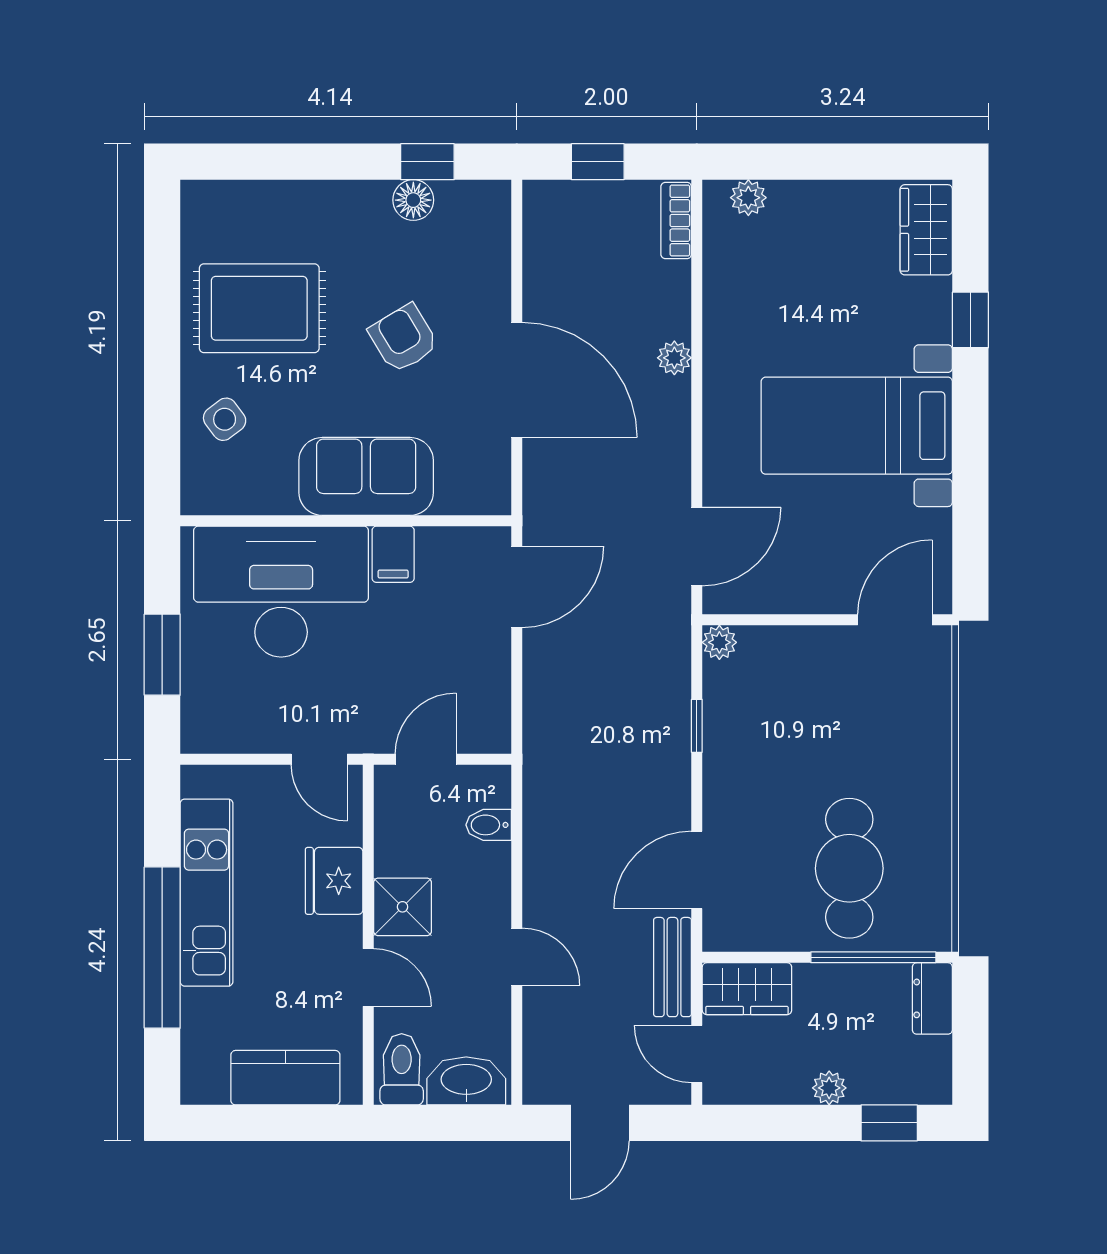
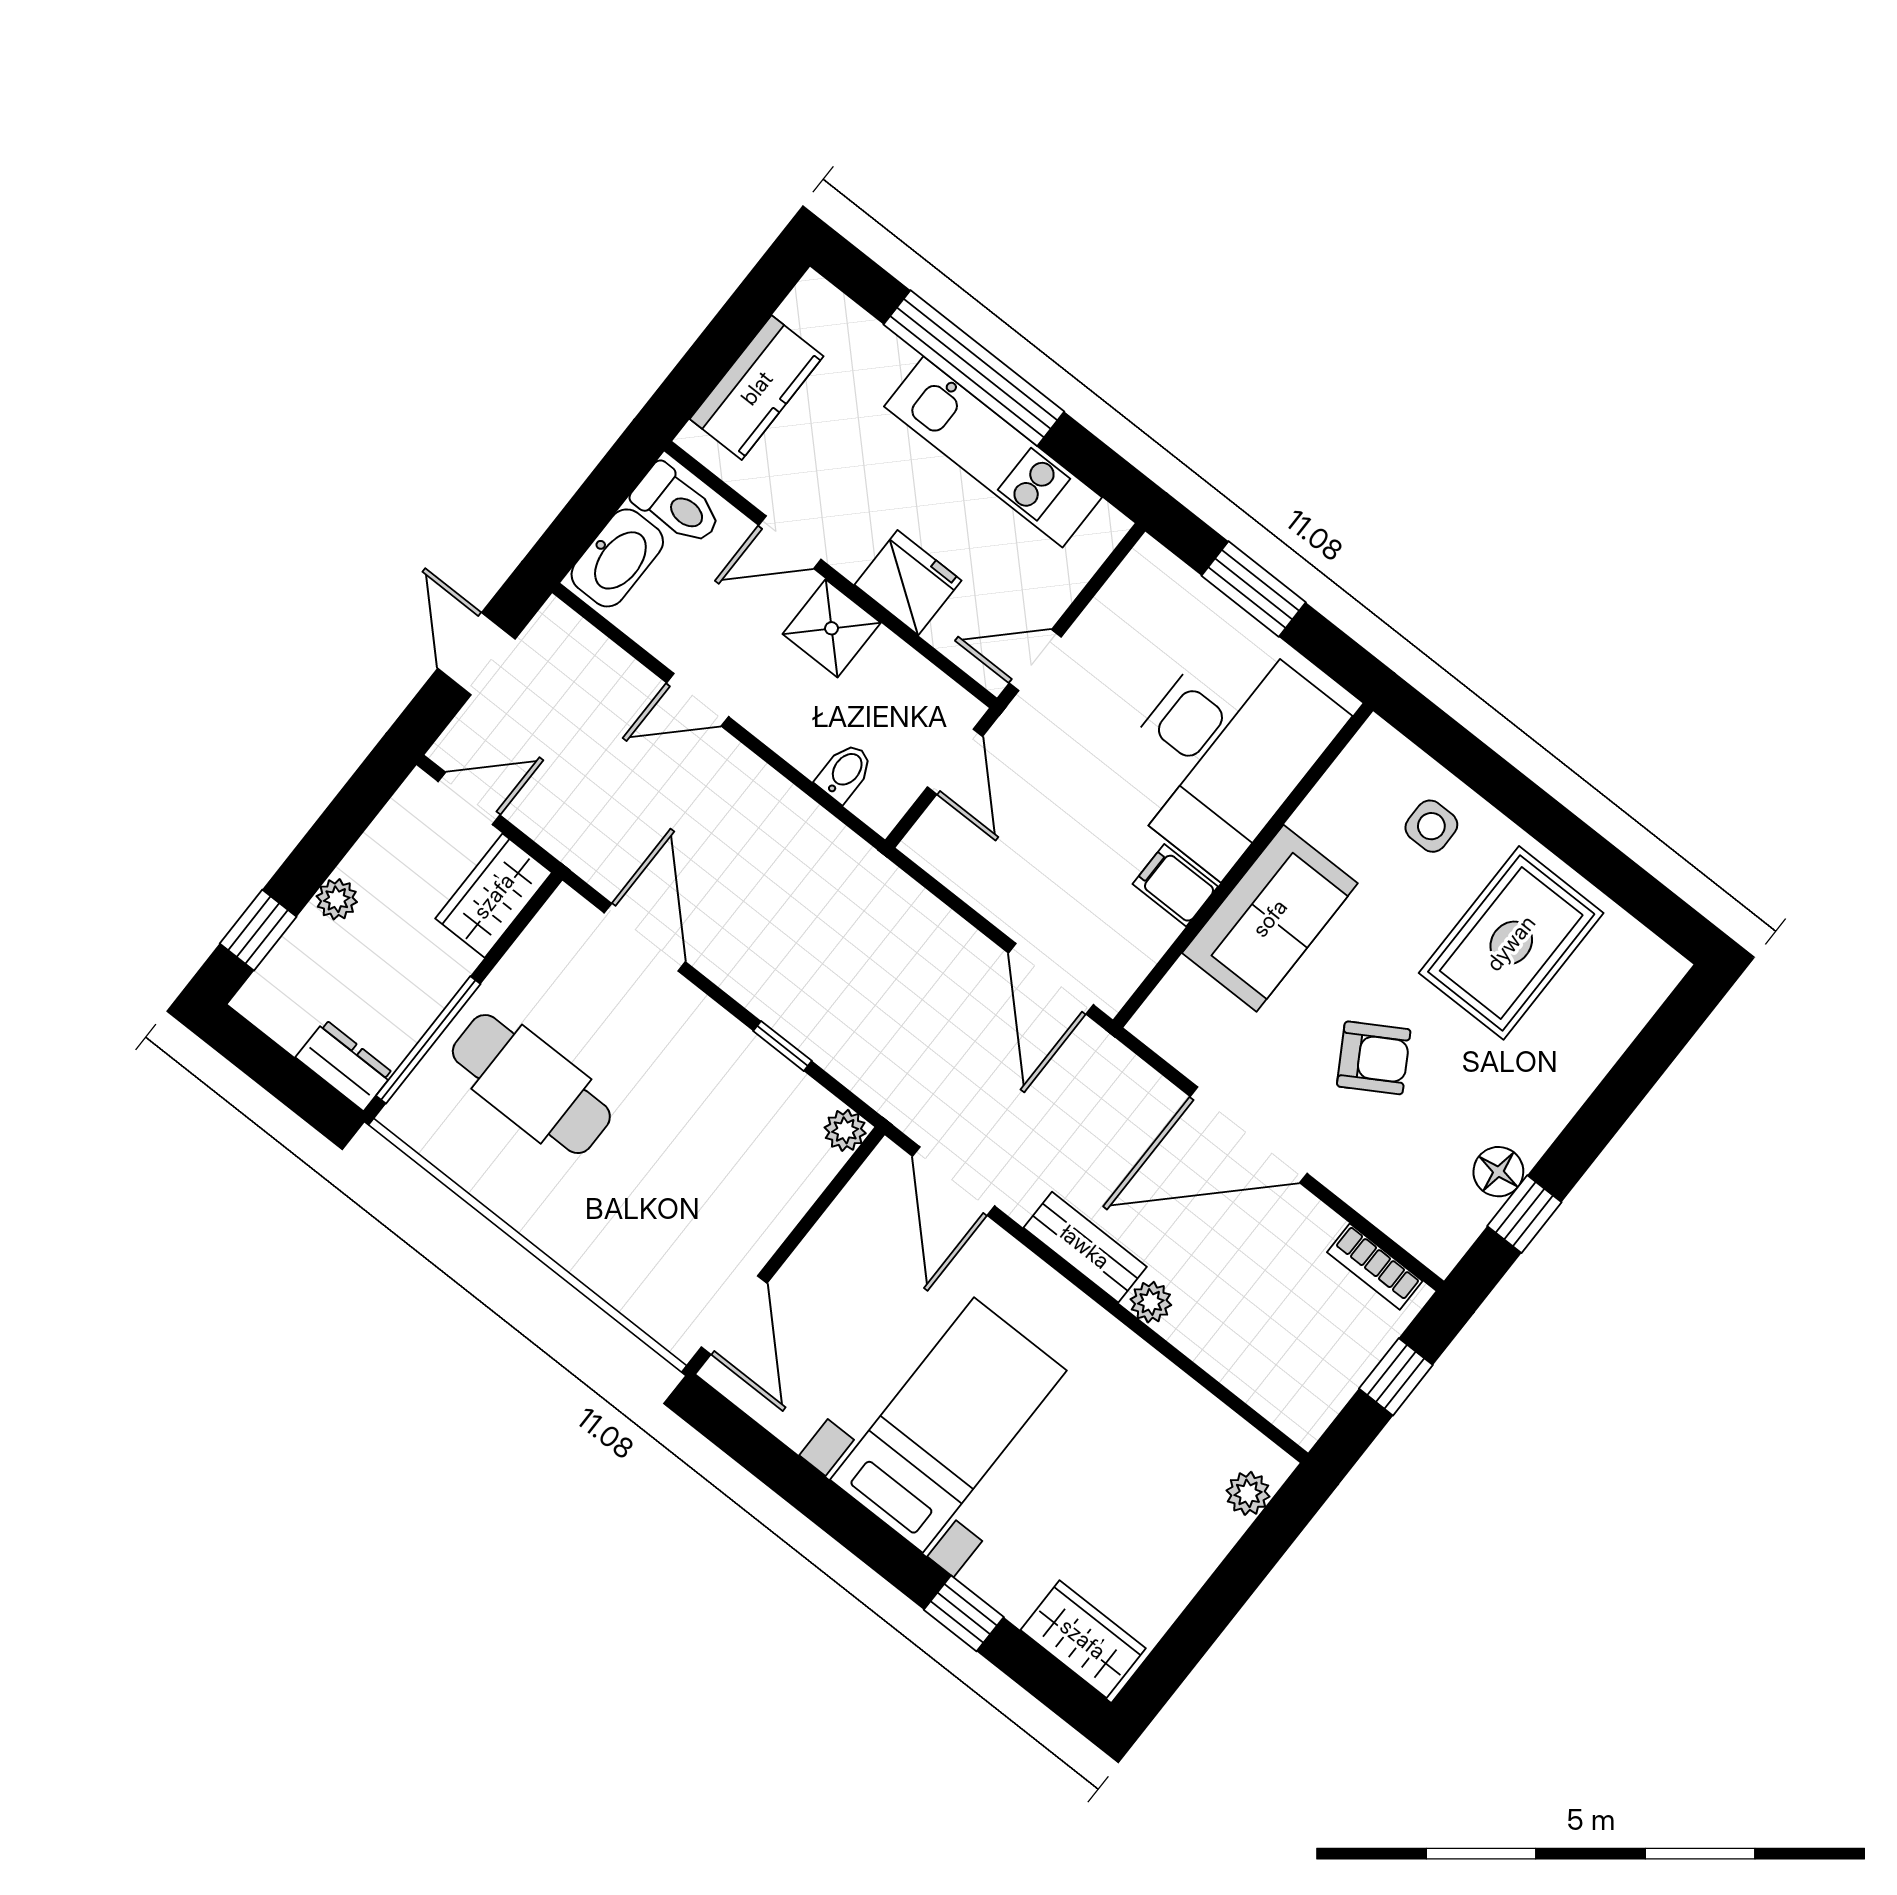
bookcase: (676, 220) -> (1375, 1267), moved, turned 180
side table: (225, 419) -> (1431, 826), turned 37
bench: (672, 967) -> (1085, 1247), moved

